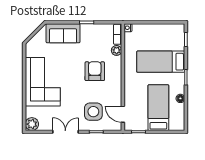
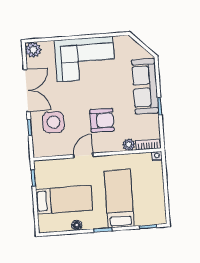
sofa: (63, 33) -> (145, 86), width x1.36
door: (123, 114) -> (83, 156), moved
double door: (65, 132) -> (27, 91), width x1.37

